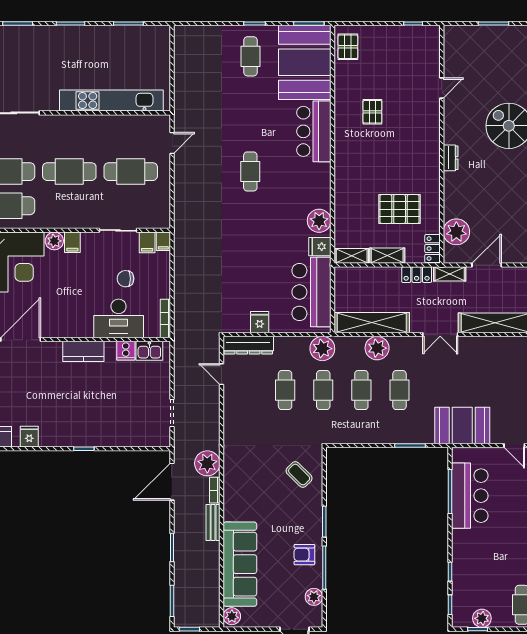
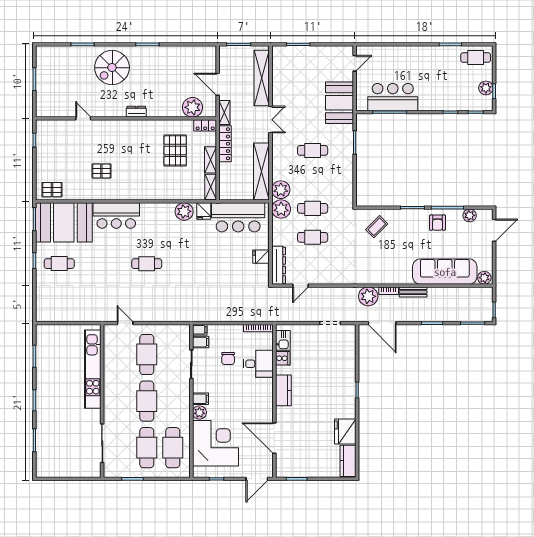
locker: (417, 275) -> (225, 144), width x1.53
desk: (119, 318) -> (258, 364), width x0.73
plant: (377, 348) -> (281, 190), moved
cafe table: (361, 390) -> (313, 179), removed
fridge: (29, 437) -> (345, 432), width x1.88, depth x1.34

